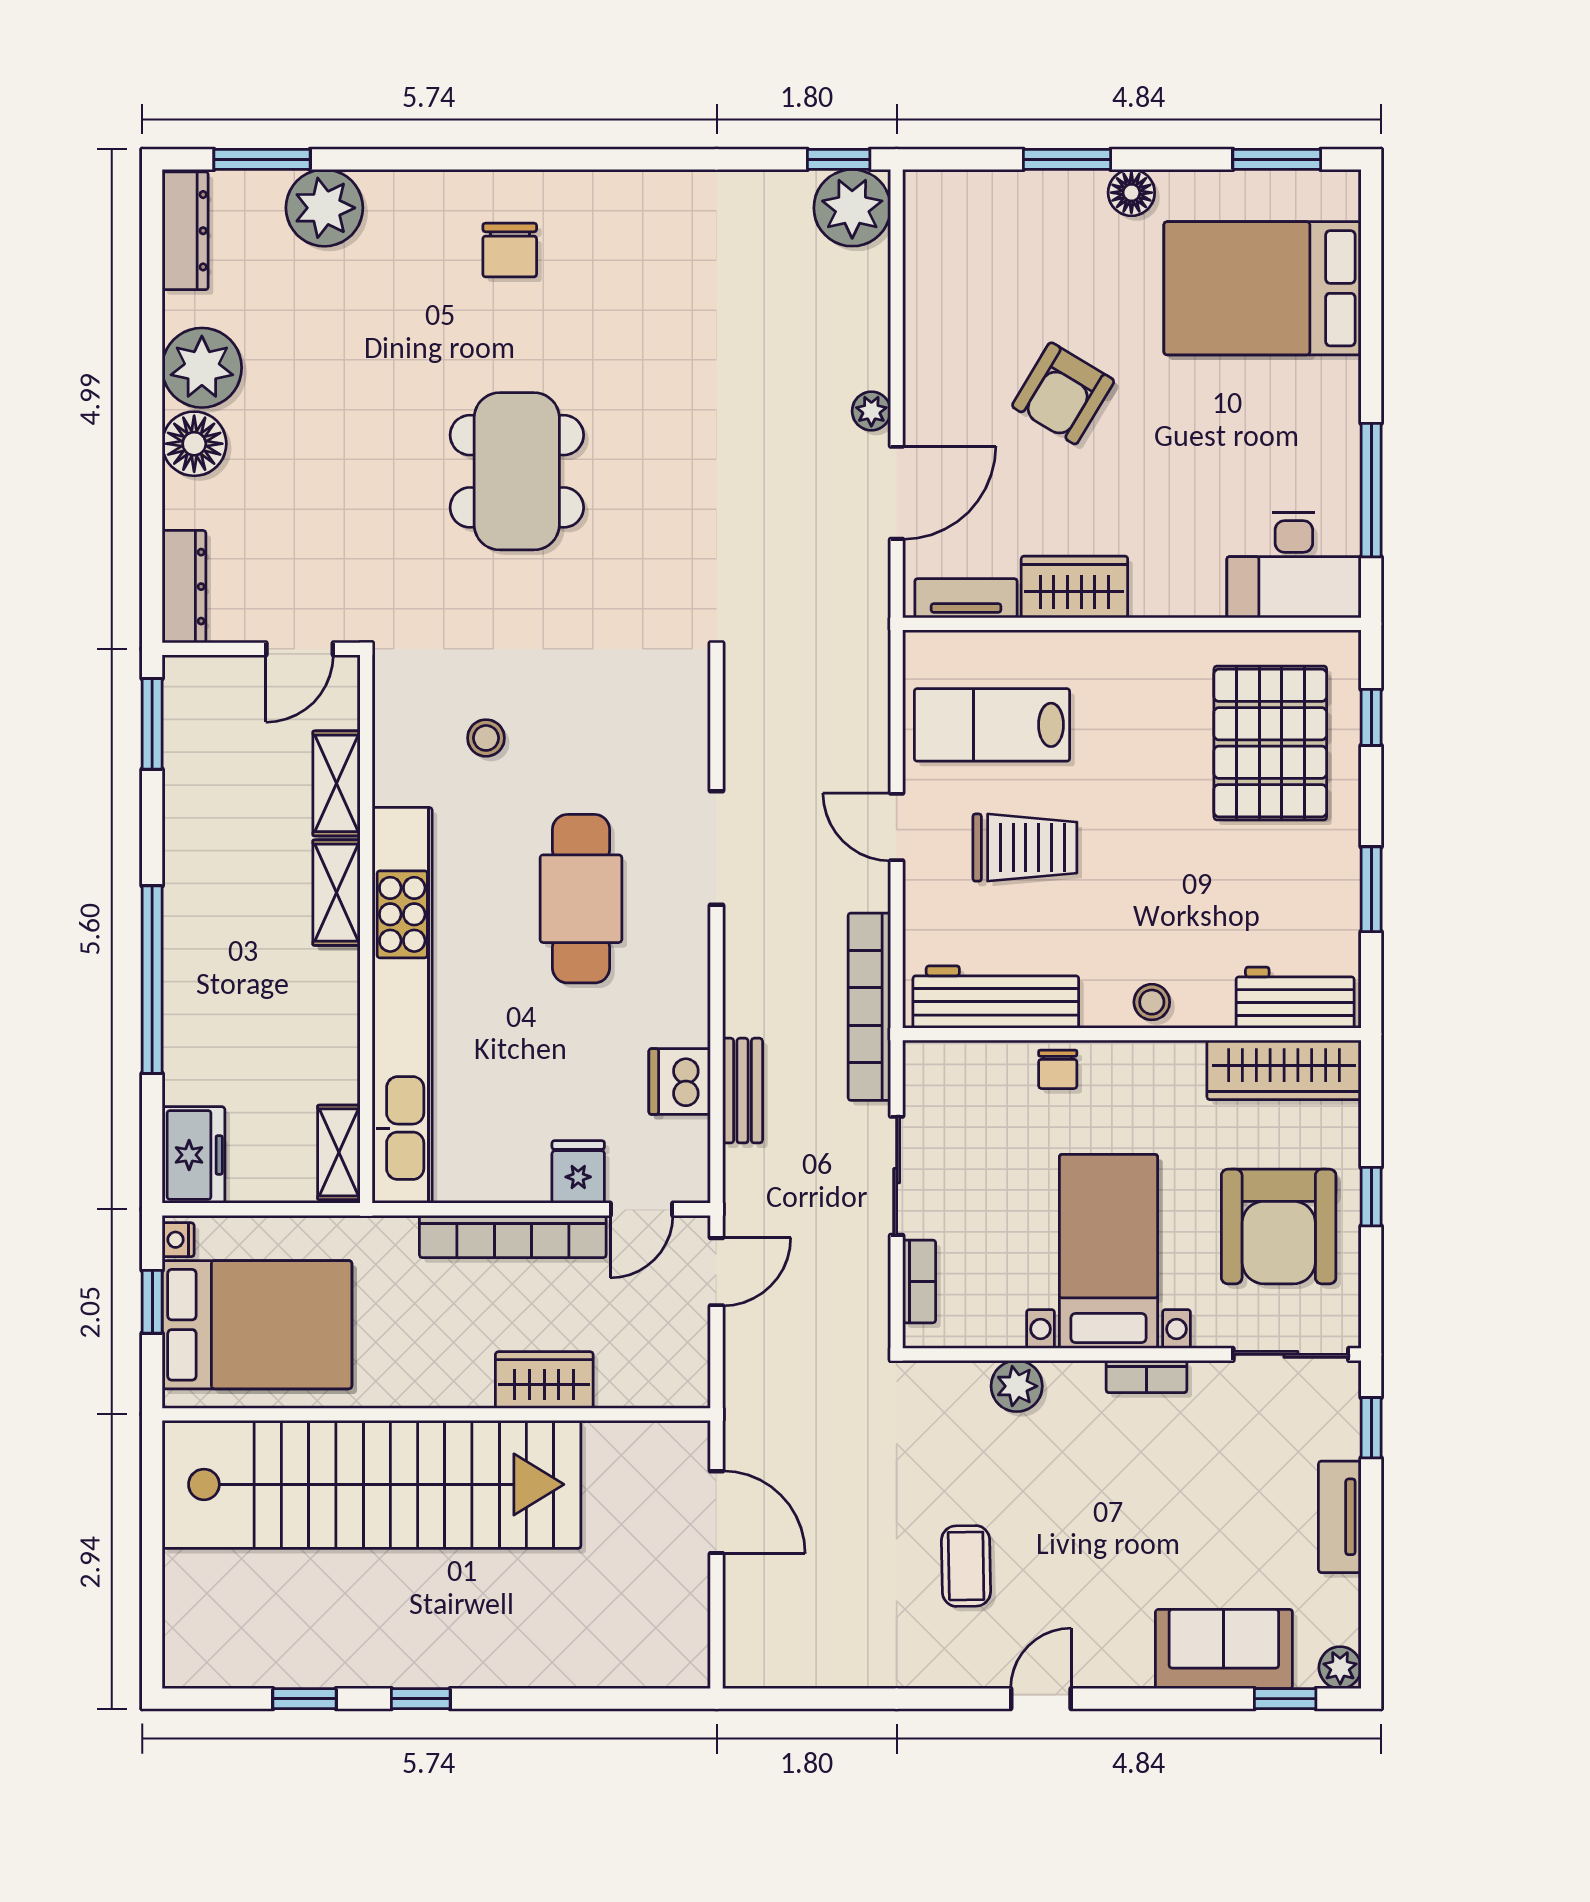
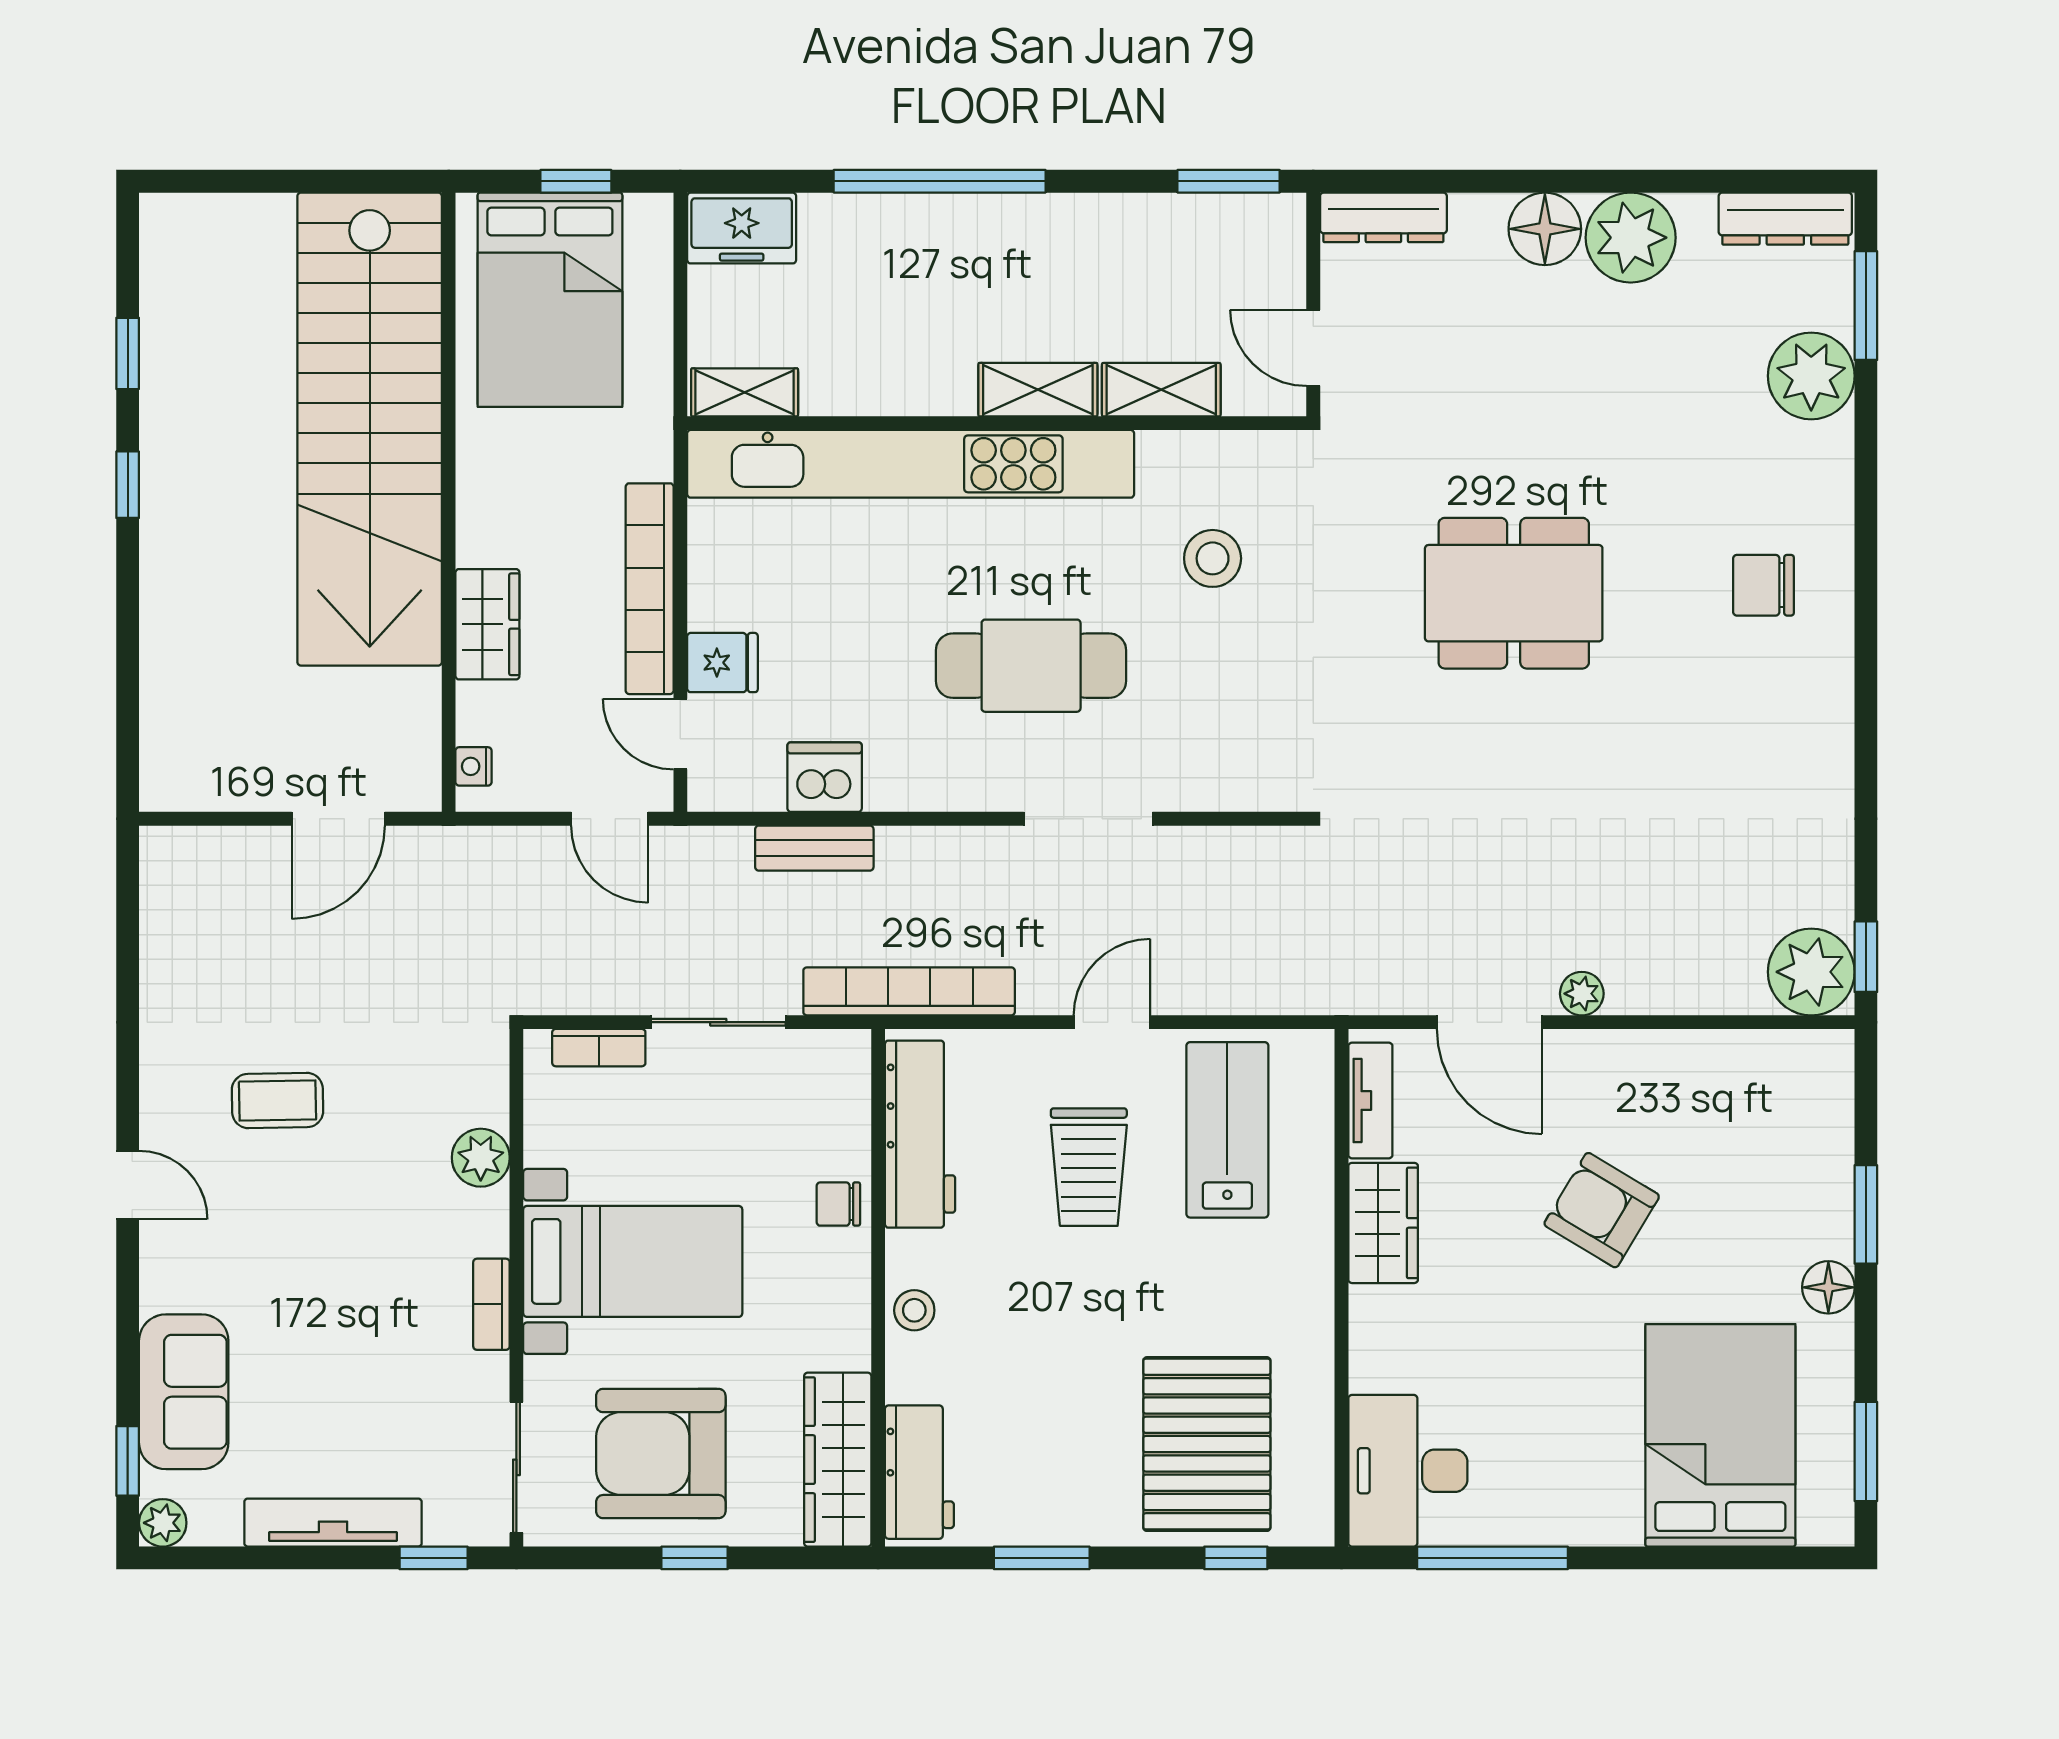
stool: (486, 738) -> (1213, 558), width x1.37, depth x1.37
pallet: (1270, 743) -> (1207, 1444), turned 90
nightstand: (178, 1240) -> (474, 766), moved, turned -90
tv unit: (1340, 1517) -> (333, 1523), width x1.41

